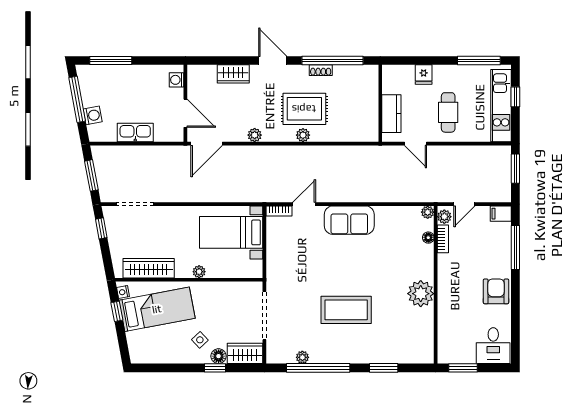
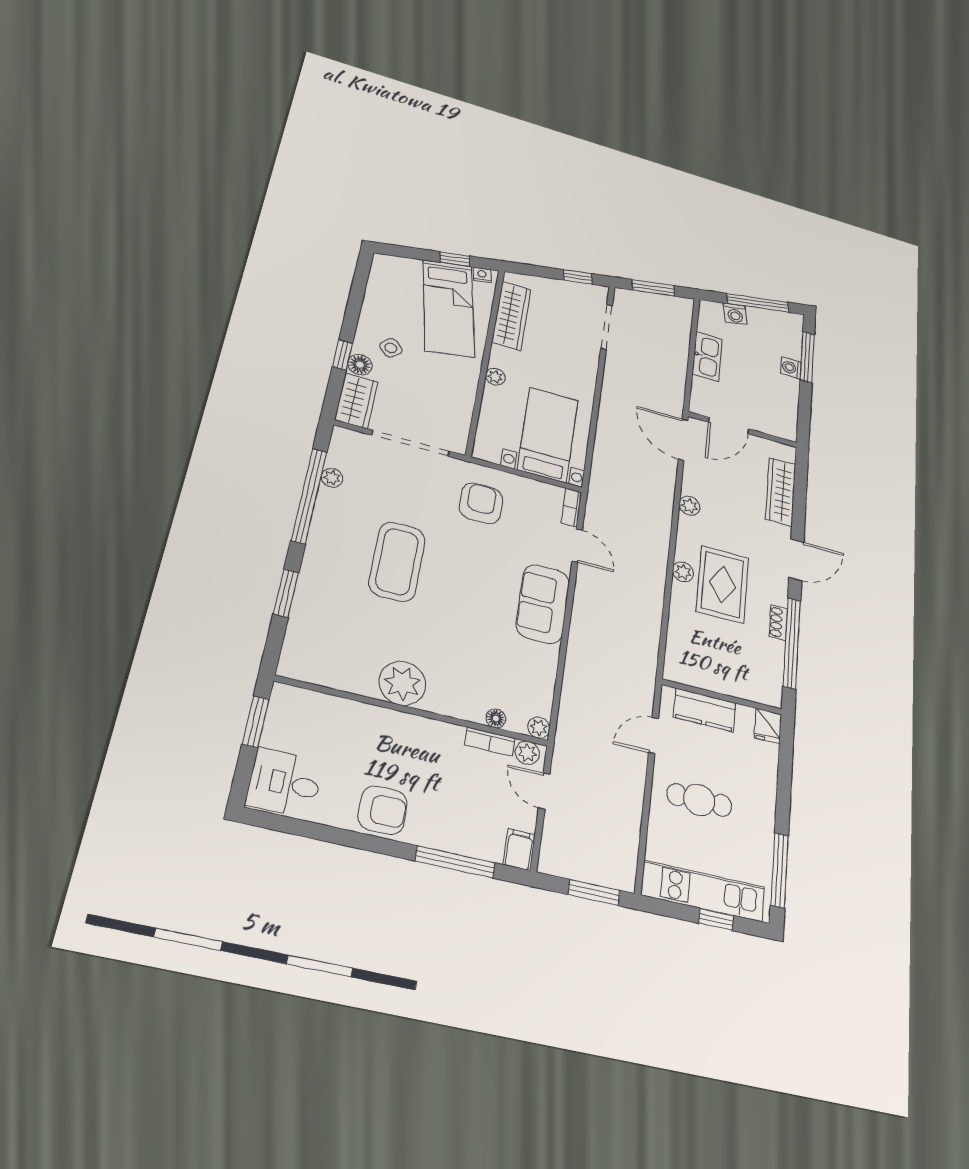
wardrobe: (233, 74) -> (781, 492), width x1.50
fridge: (424, 75) -> (768, 726), moved, turned -90
washing machine: (177, 80) -> (791, 368), moved, turned -90
armchair: (293, 267) -> (481, 503), added

